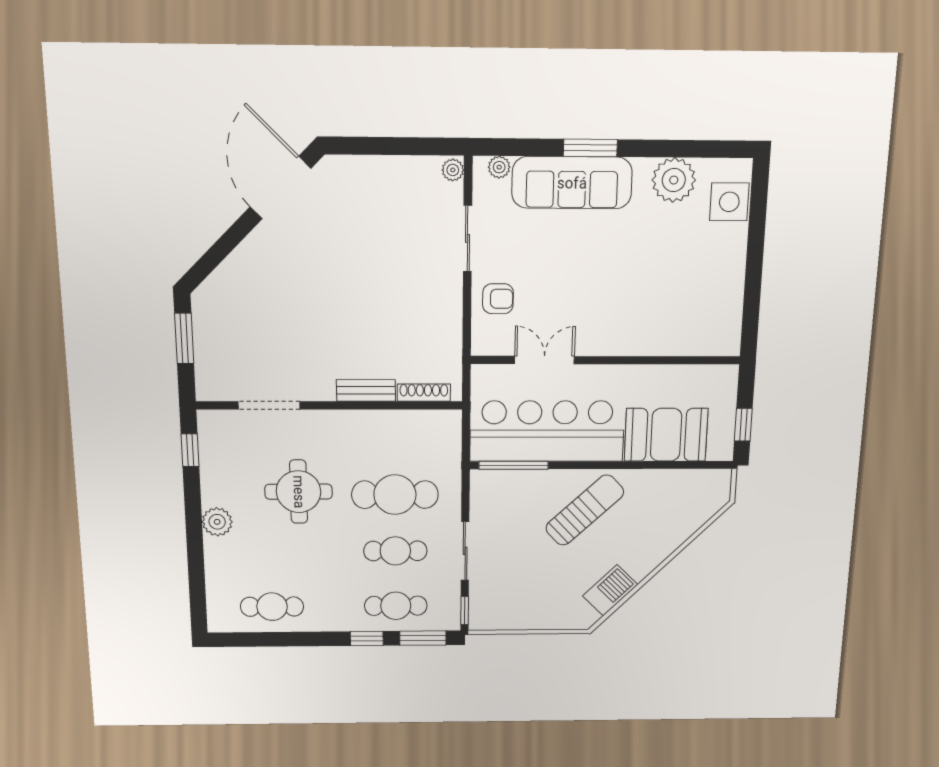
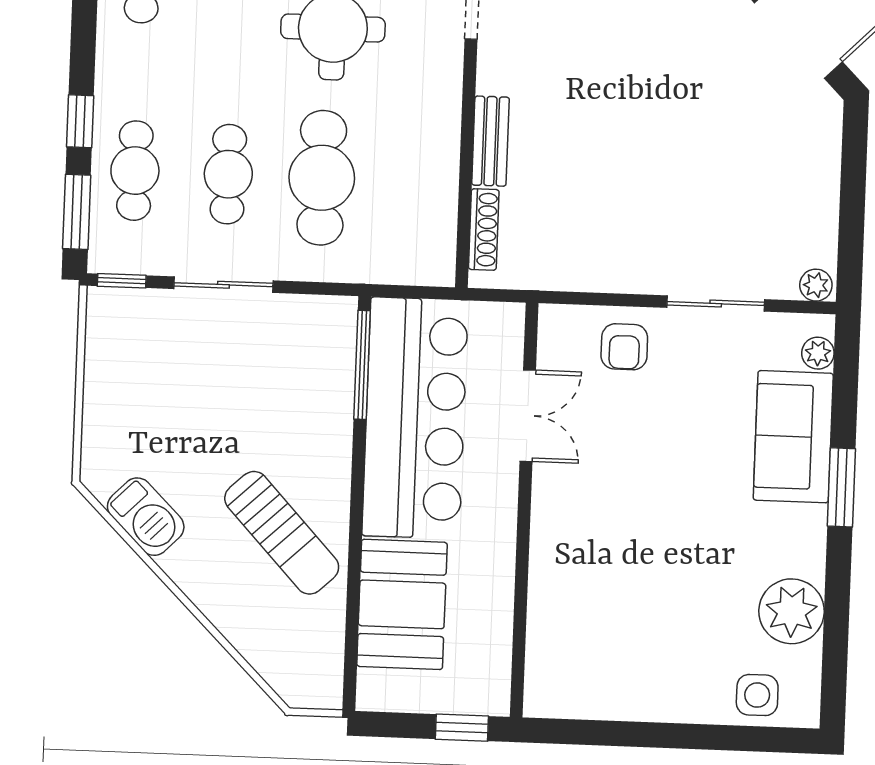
sofa: (572, 183) -> (793, 437), width x0.73
side table: (729, 202) -> (757, 695), width x0.73, depth x0.73
window: (743, 425) -> (462, 728), moved
sun lounger: (585, 510) -> (282, 533), moved

